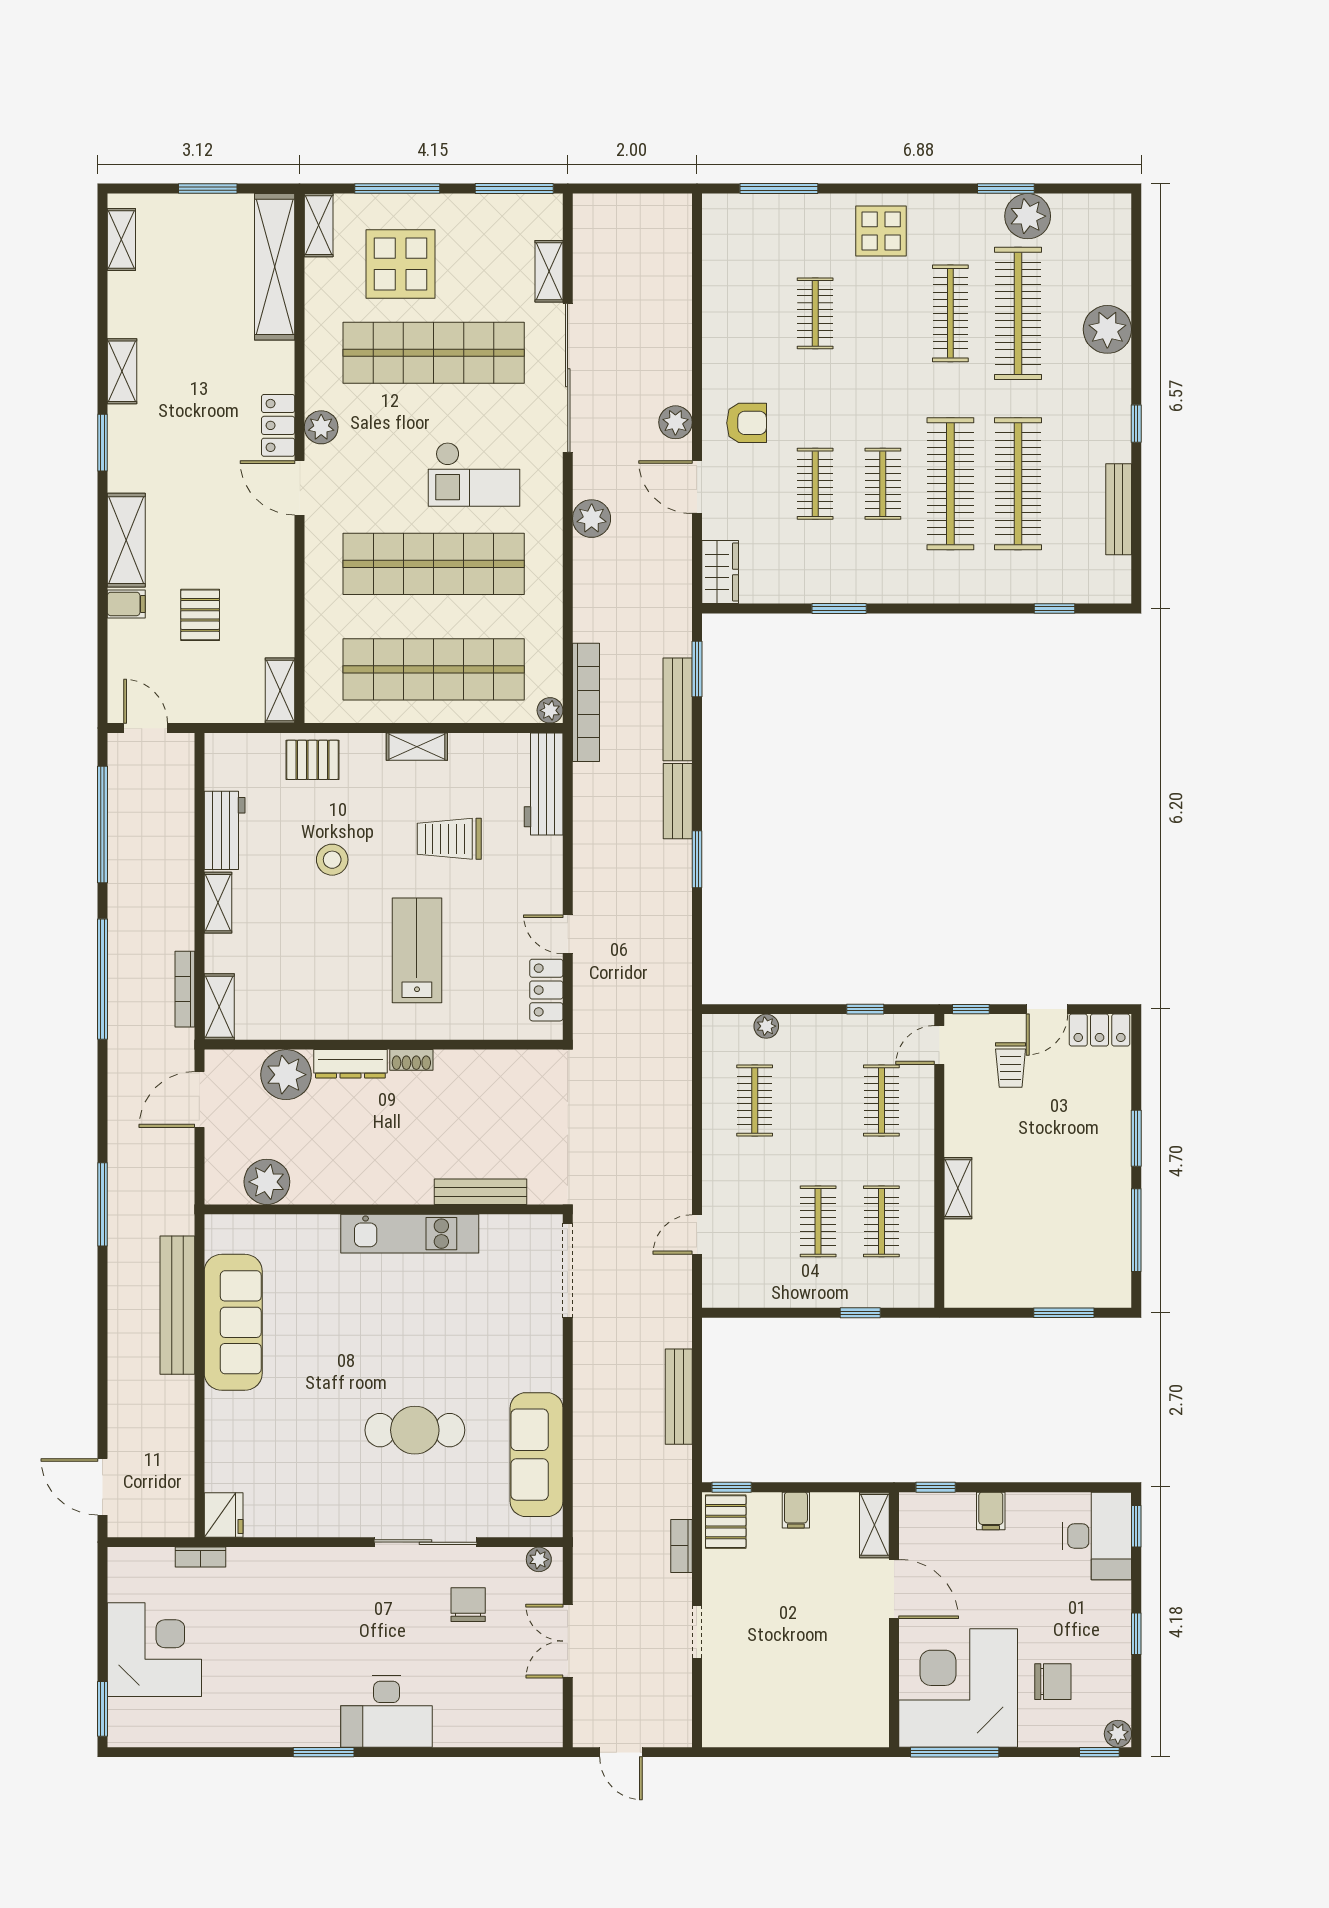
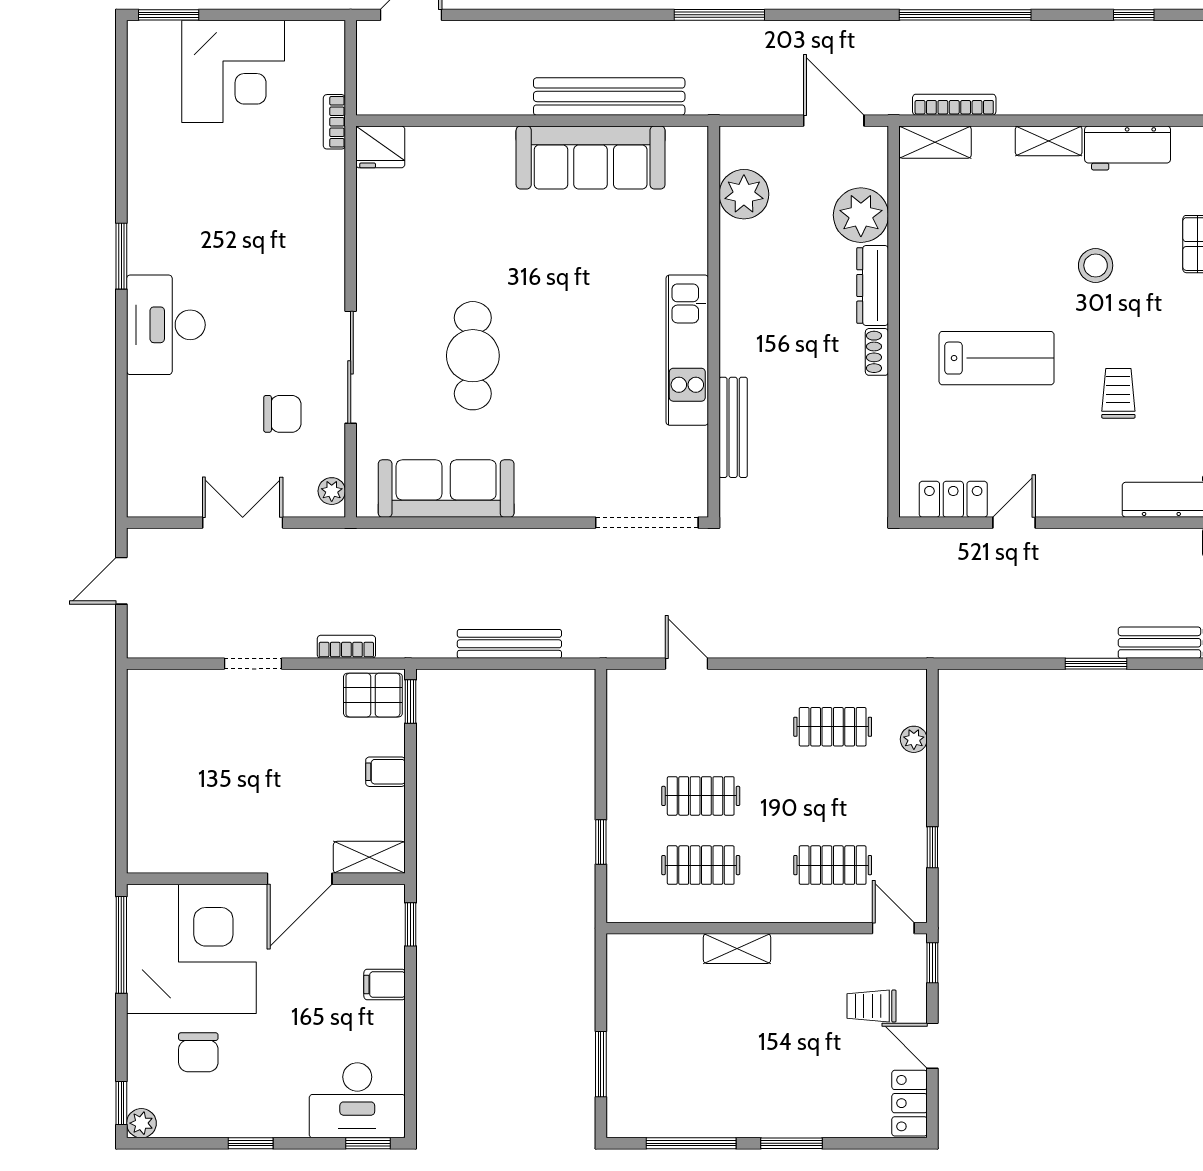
window: (103, 825) -> (1134, 15), width x0.32
trolley: (449, 839) -> (1118, 393), width x0.73, depth x0.72

